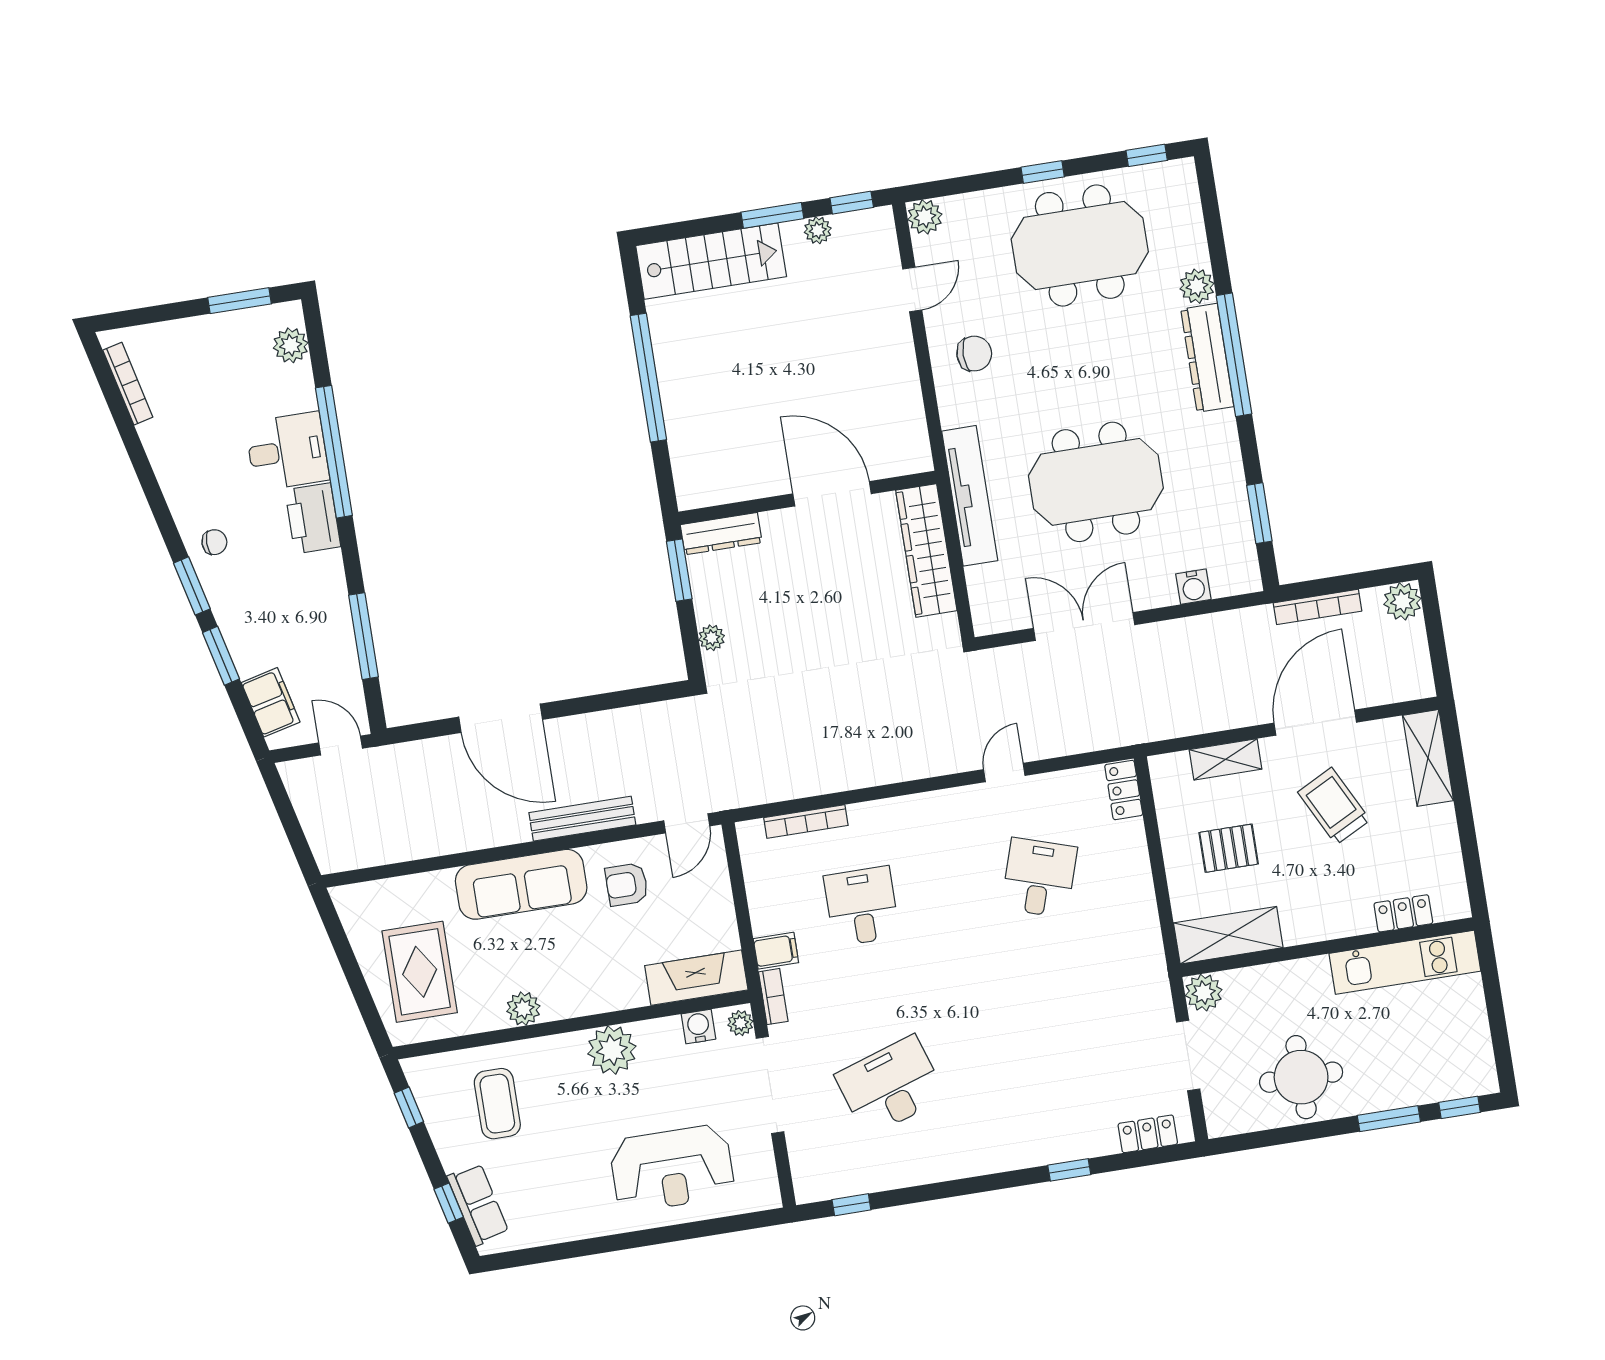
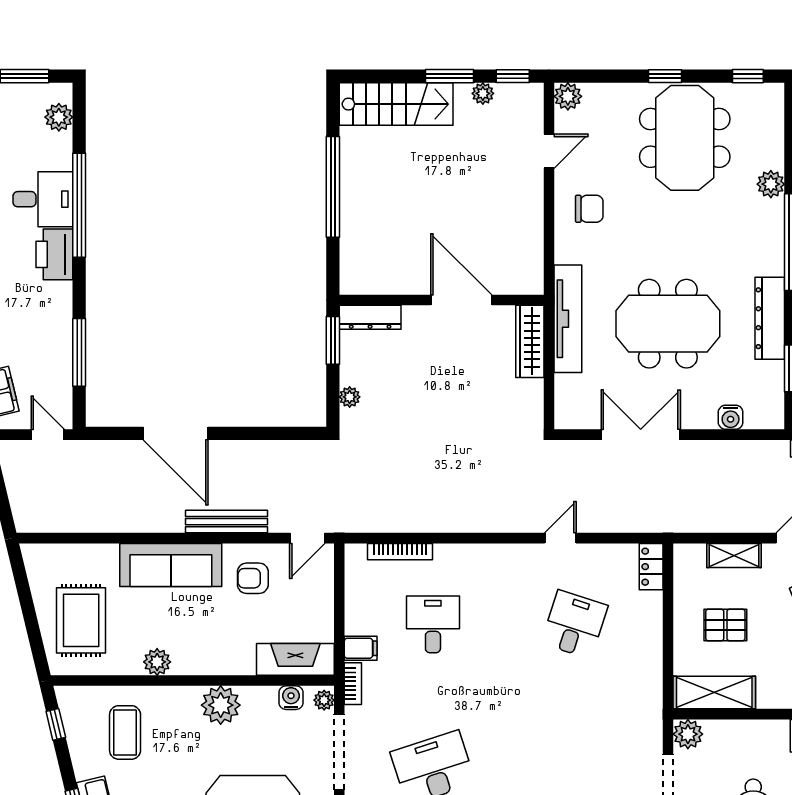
meeting table: (1080, 245) -> (685, 138), turned 90
dresser: (1207, 358) -> (770, 318), moved
wardrobe: (926, 550) -> (530, 341), width x0.71, depth x0.85

